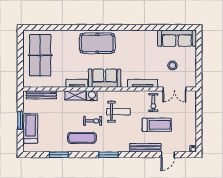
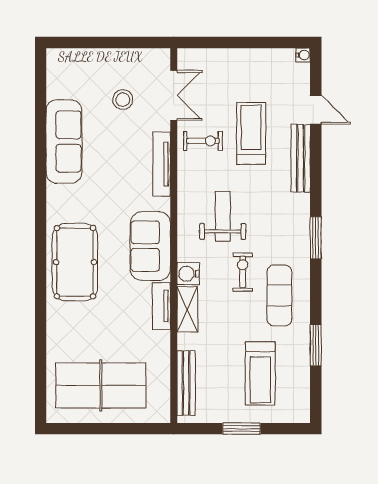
sofa: (177, 38) -> (64, 142), moved
treadmill: (31, 128) -> (260, 374), moved, turned -90

